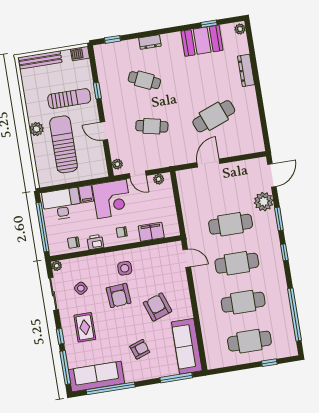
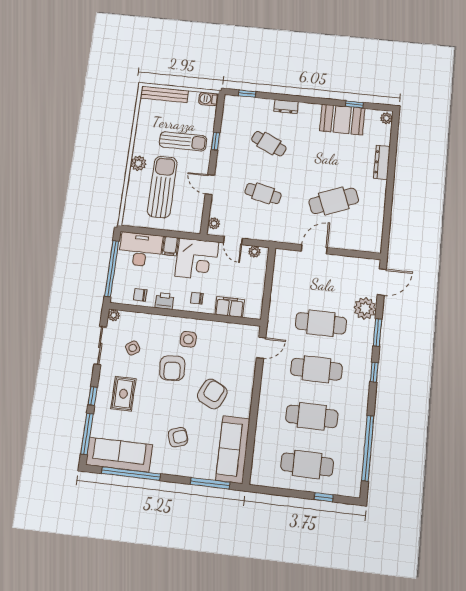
door: (187, 258) -> (261, 348), hinge flipped
armchair: (157, 307) -> (212, 394), turned 45

